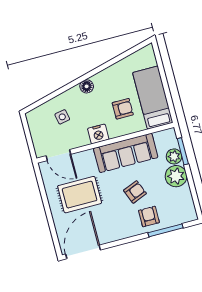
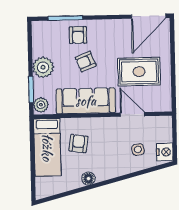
floor lamp: (87, 86) -> (88, 178), moved
armchair: (123, 109) -> (78, 144), turned 98
nightstand: (98, 134) -> (165, 152), moved, turned 90
door: (58, 155) -> (132, 114), moved
plant: (174, 156) -> (41, 105), moved

